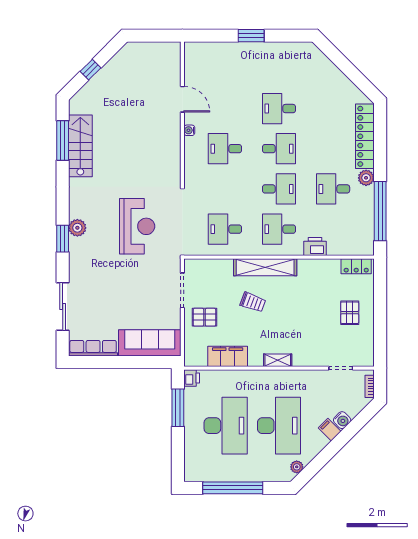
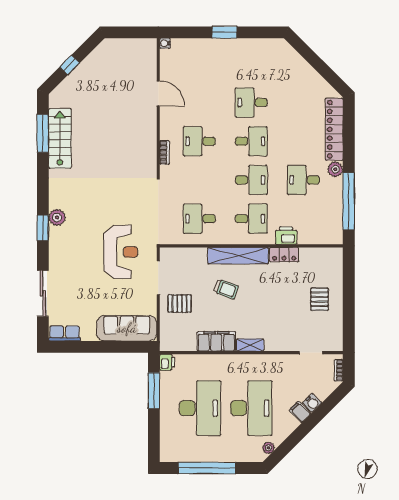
water cooler: (189, 130) -> (165, 43), moved
bookcase: (189, 160) -> (165, 152), added
reception desk: (137, 226) -> (121, 252), moved
desk: (279, 229) -> (251, 219), turned 180
locker: (356, 266) -> (284, 255), moved
row of seats: (93, 348) -> (65, 333), width x0.68
filing cabinet: (228, 356) -> (216, 341), moved

